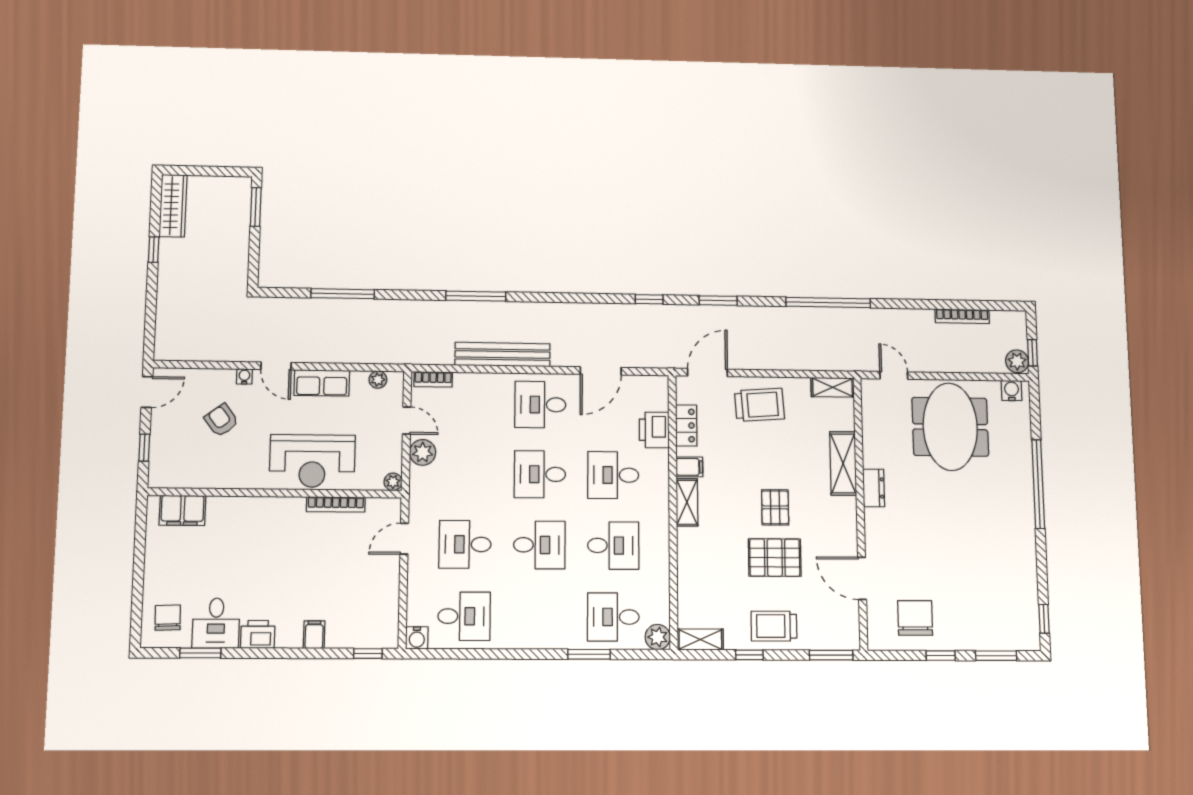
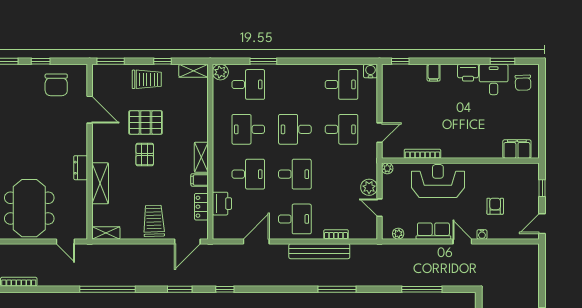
bookcase: (433, 379) -> (336, 234), moved
trolley: (759, 405) -> (154, 221), turned 92
armchair: (221, 420) -> (495, 206), turned -143
desk: (464, 616) -> (341, 84), turned 180

